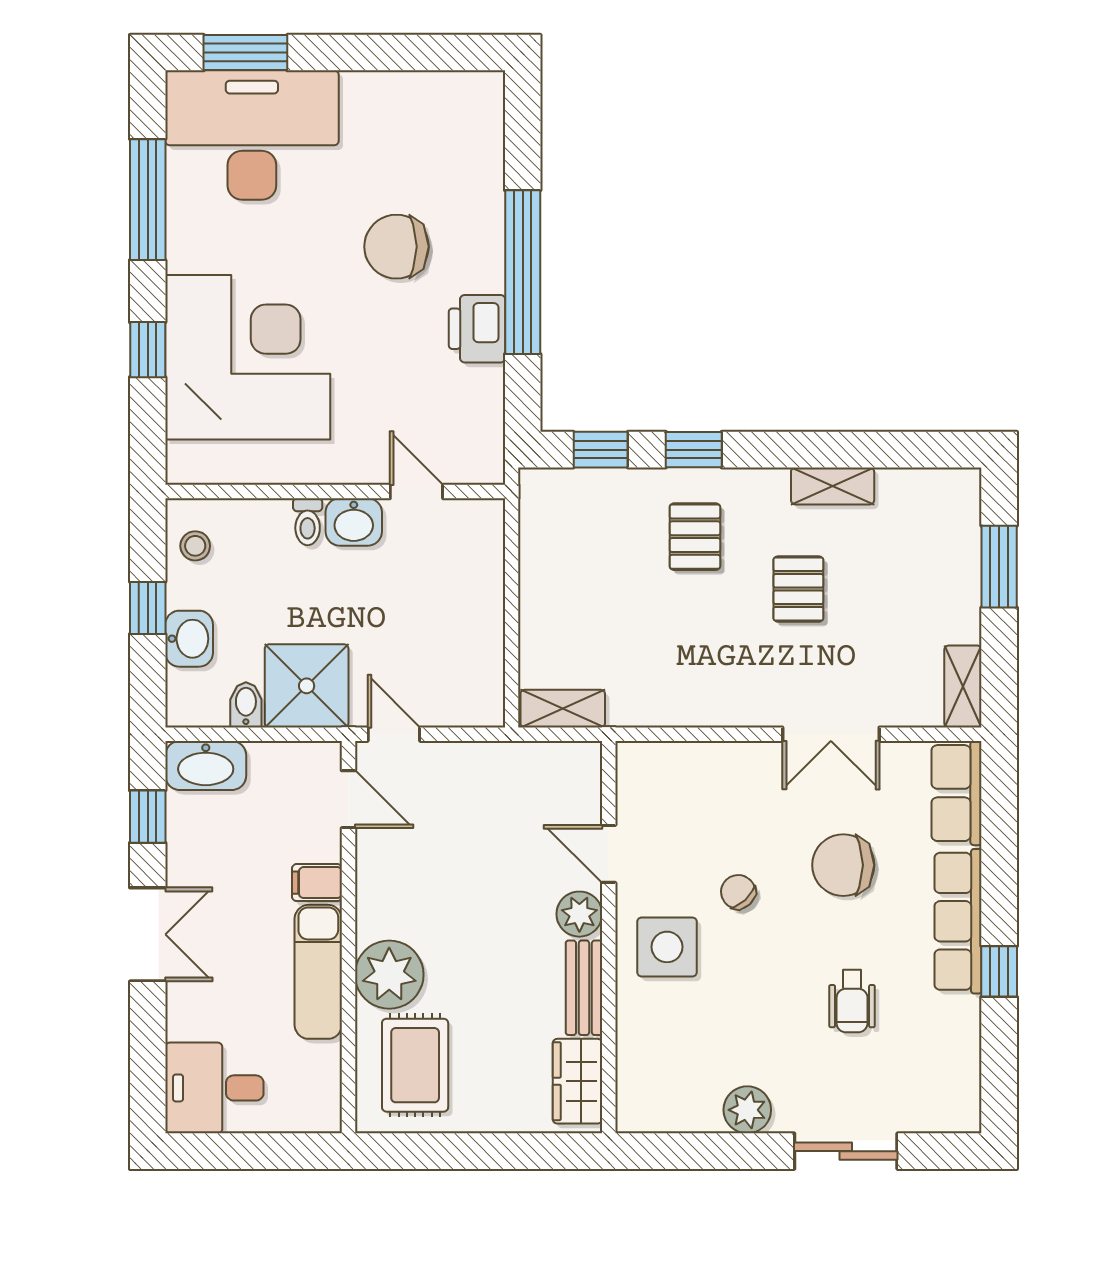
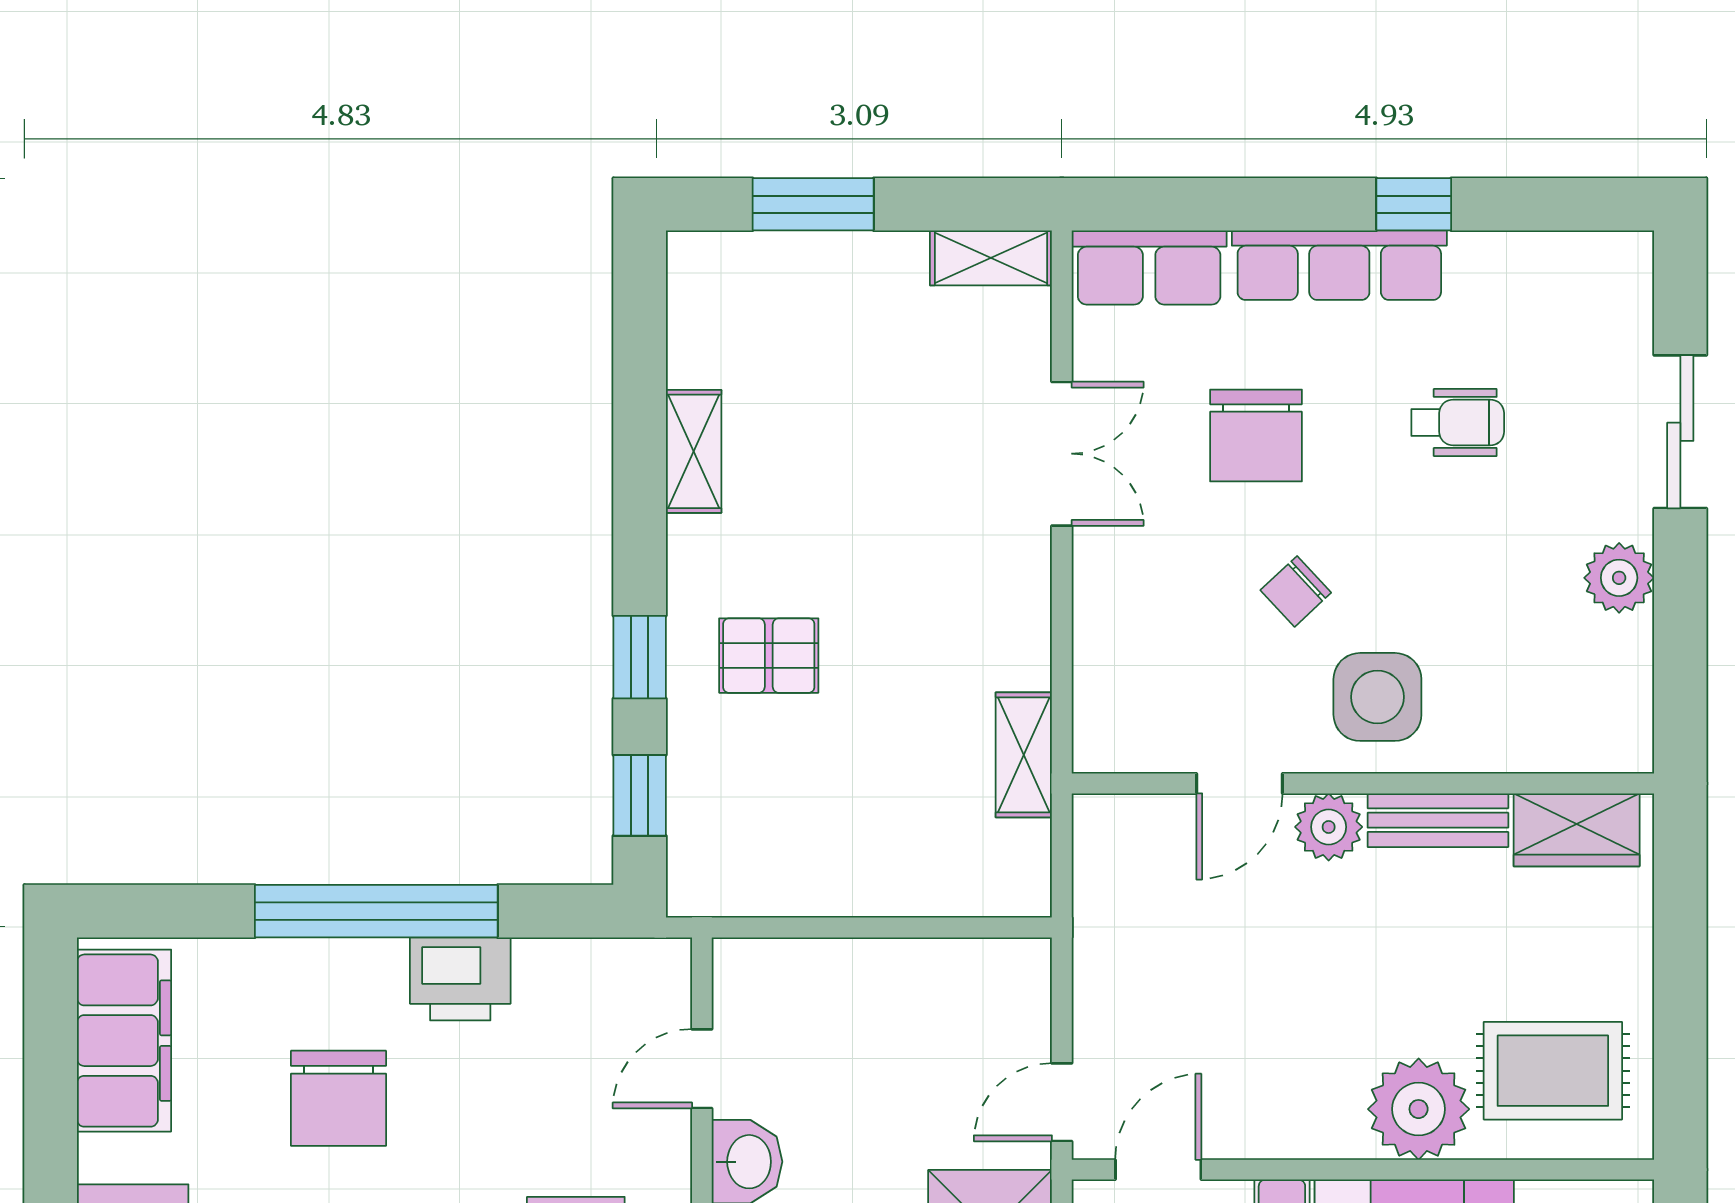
filing cabinet: (435, 102) -> (124, 1041), added
pallet: (798, 589) -> (846, 502), removed
shelving: (563, 709) -> (1024, 755), moved

